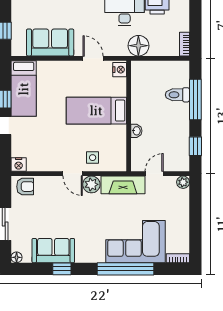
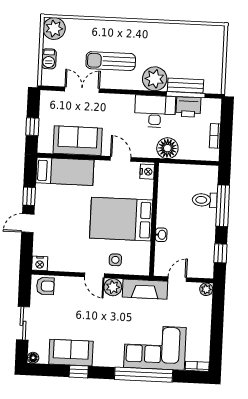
bookcase: (185, 44) -> (215, 136), moved
bed: (24, 89) -> (65, 171), moved, turned -90
bed: (96, 111) -> (121, 219), width x1.50

